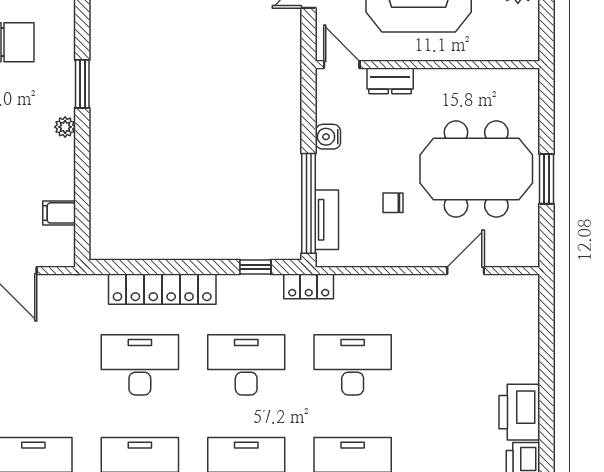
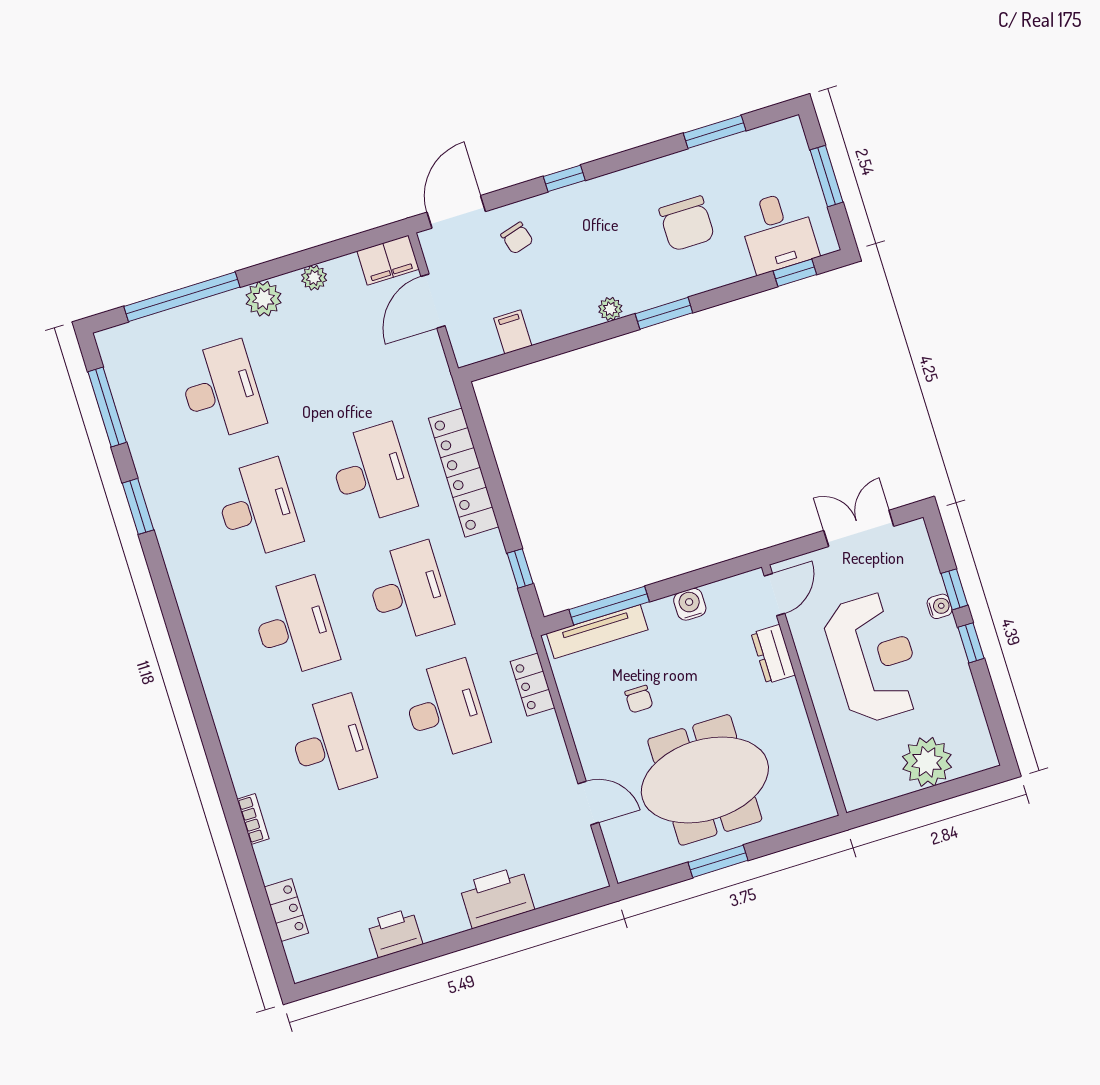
meeting table: (476, 169) -> (705, 780), turned 90
window: (309, 203) -> (609, 606), width x0.68
chair: (393, 203) -> (639, 699), turned 180
tv unit: (327, 220) -> (597, 632), width x1.41
locker: (309, 286) -> (533, 685), moved
printer: (519, 412) -> (497, 897), moved

